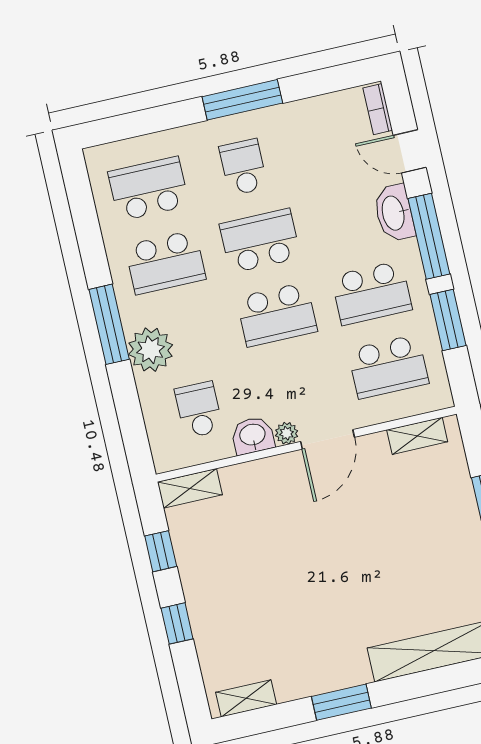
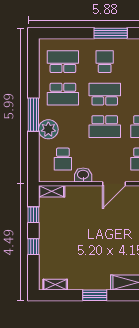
school desk: (199, 410) -> (63, 159), turned 180
plant: (287, 433) -> (97, 177), removed

